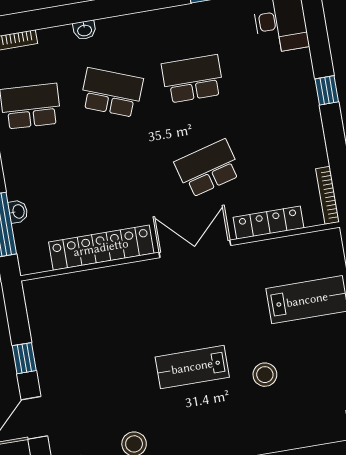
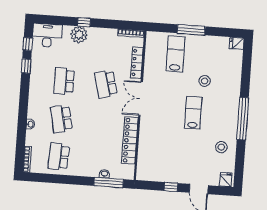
plant: (298, 86) -> (79, 35), added
school desk: (112, 93) -> (61, 119), turned -33
lab bench: (192, 367) -> (193, 113), turned 180

